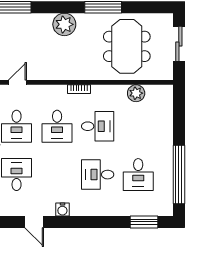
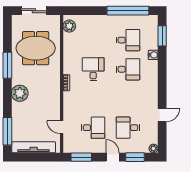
plant: (136, 93) -> (69, 26), moved
desk: (57, 126) -> (93, 98), removed
desk: (98, 175) -> (128, 69), turned -90
water cooler: (62, 210) -> (153, 55), moved

